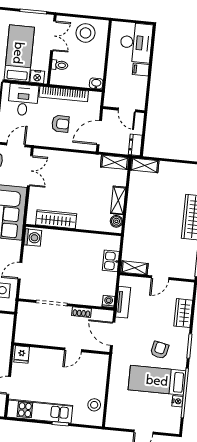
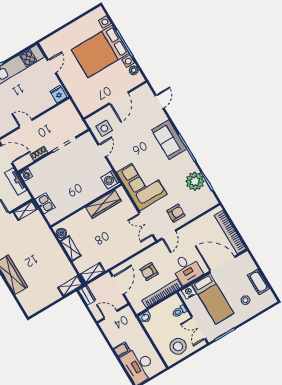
door: (73, 350) -> (26, 123), hinge flipped

